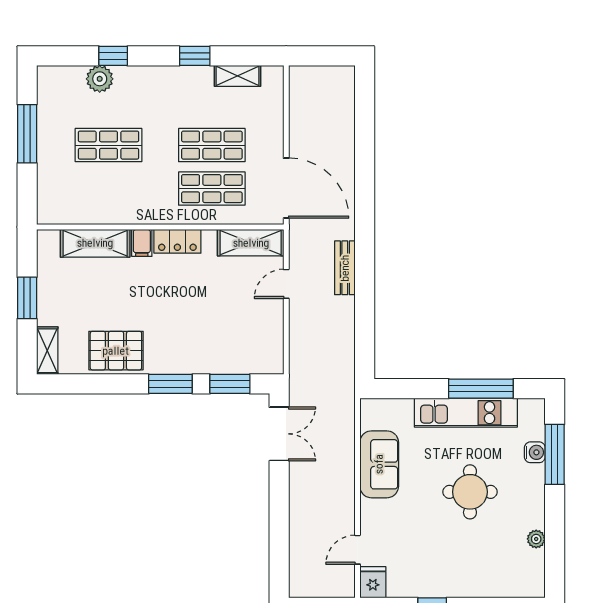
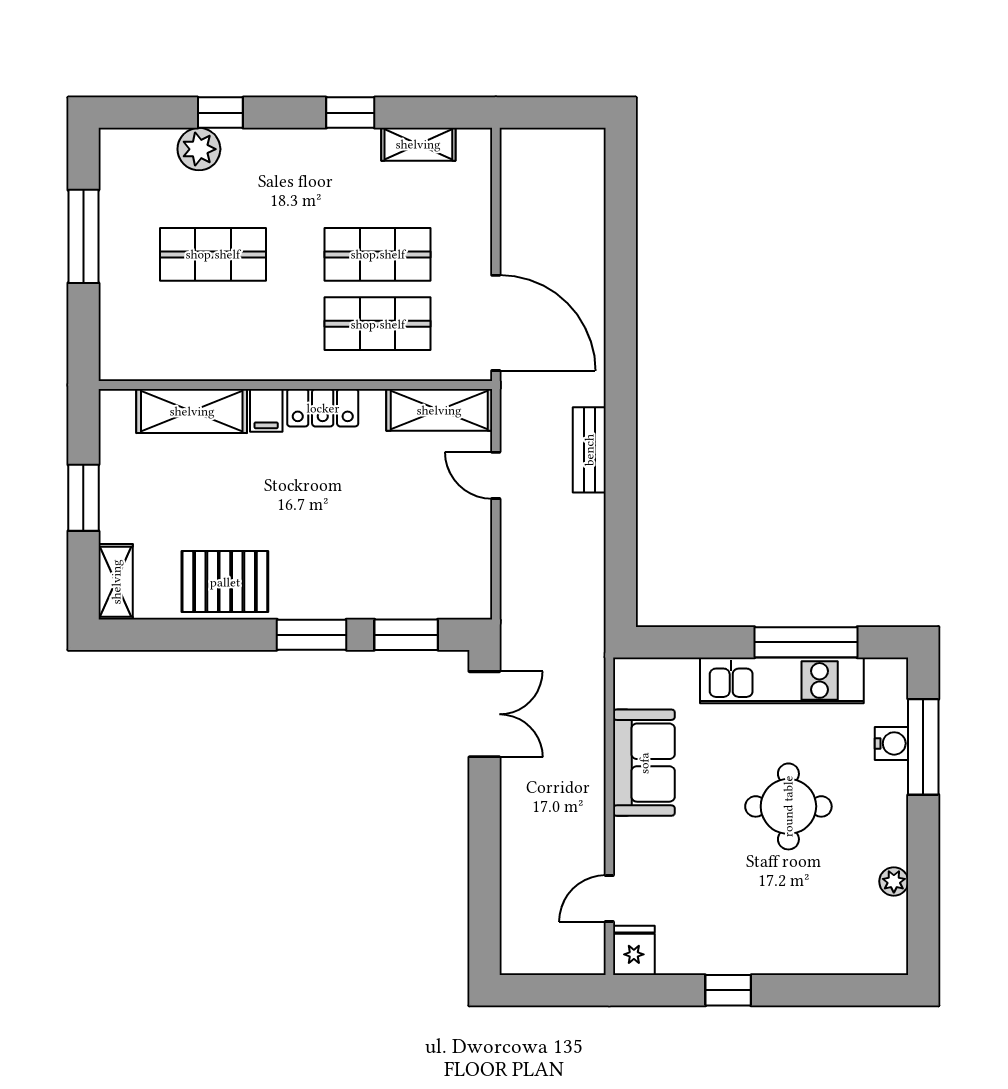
door: (286, 284) -> (496, 475), hinge flipped

